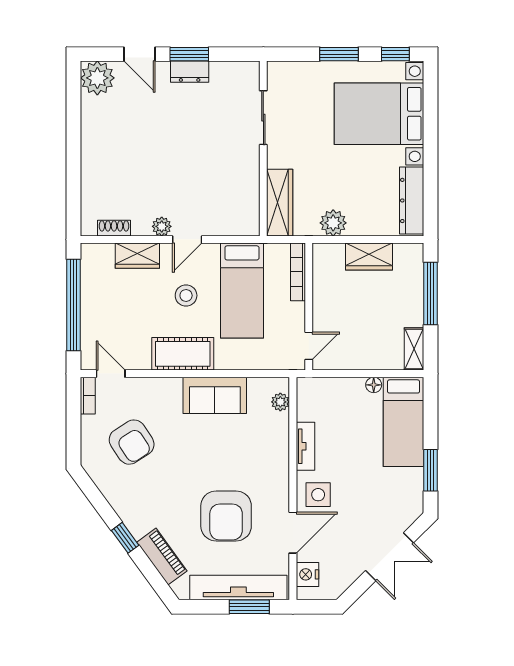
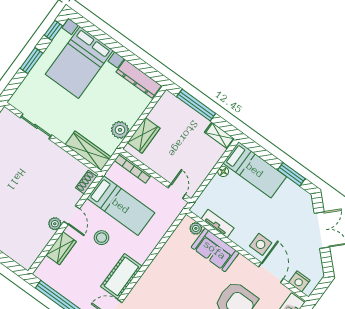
shoe rack: (114, 228) -> (86, 182), moved
wardrobe: (369, 256) -> (144, 135), moved
cot: (183, 354) -> (121, 276), moved
sofa: (215, 395) -> (215, 250), moved, turned 90
tv unit: (306, 446) -> (218, 224), moved

